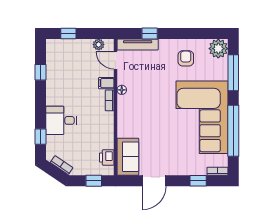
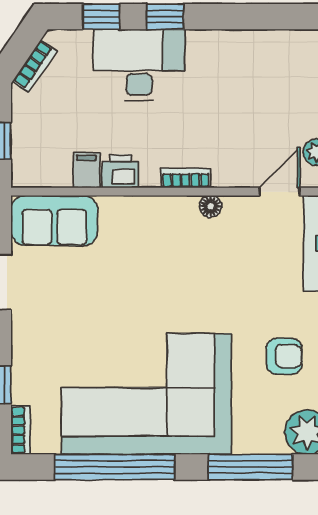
window: (41, 72) -> (165, 17), moved
filing cabinet: (106, 83) -> (86, 170), moved
desk: (61, 120) -> (139, 65), width x1.37
printer: (107, 157) -> (120, 171), moved

